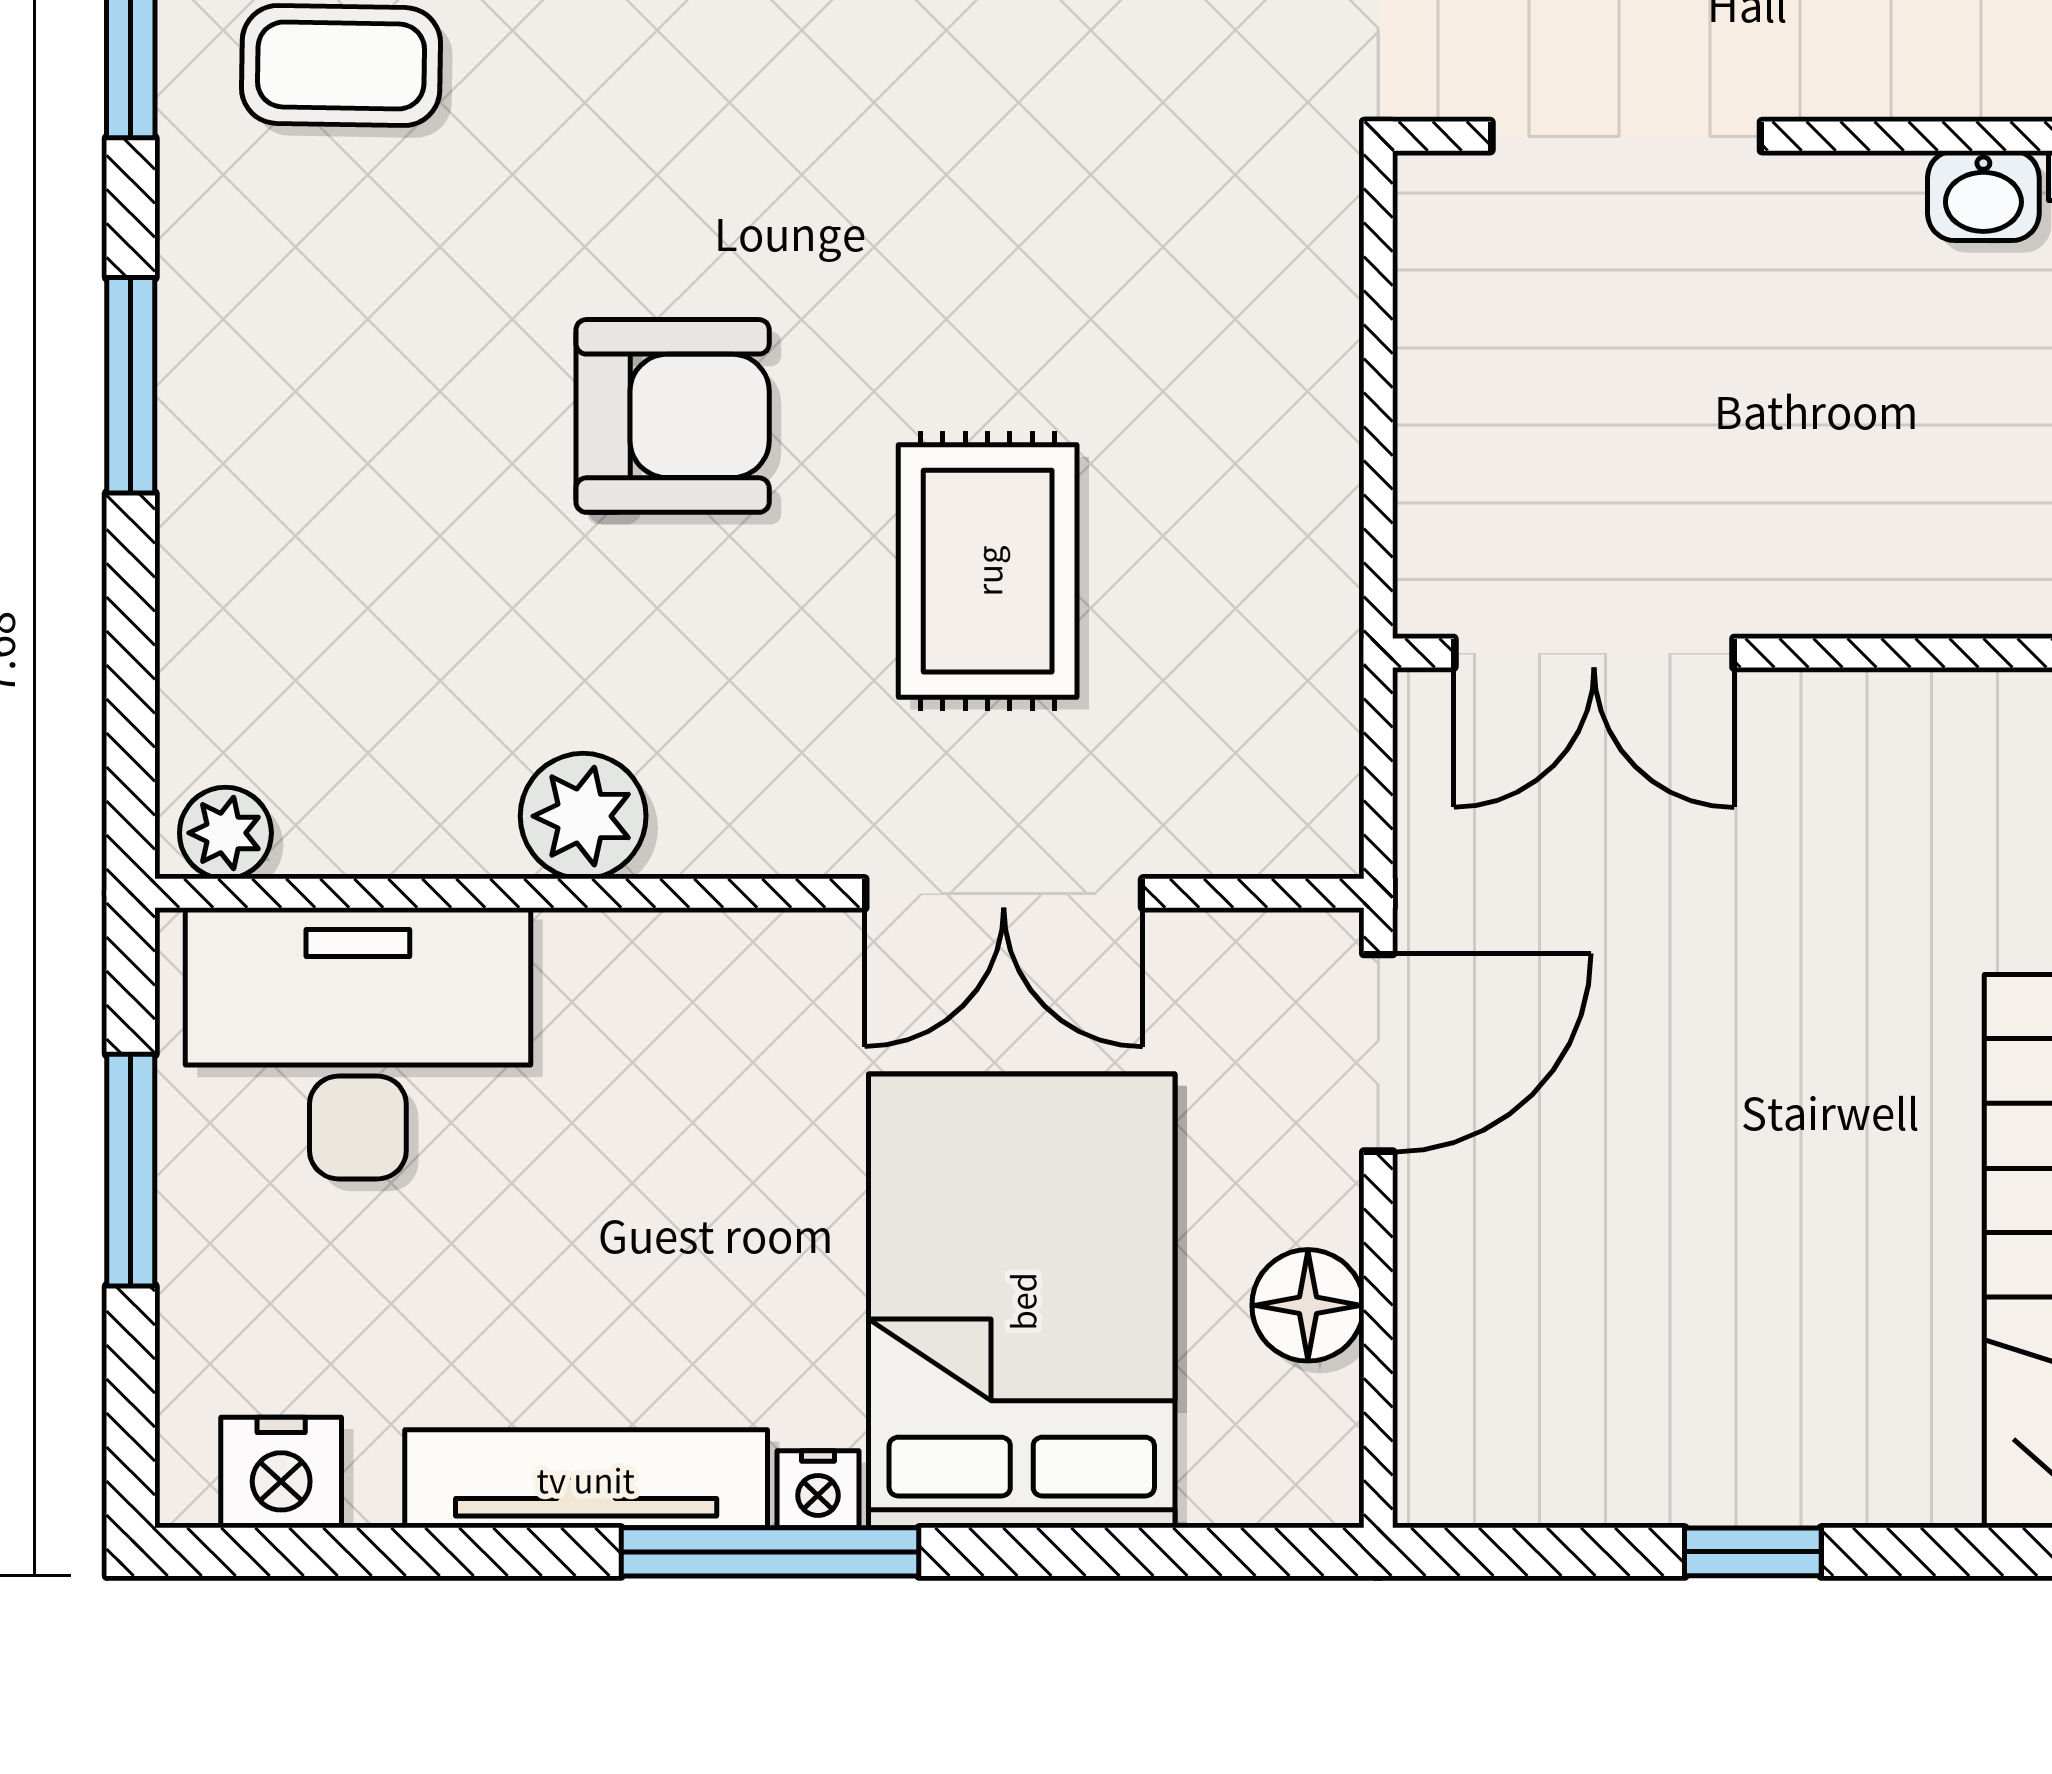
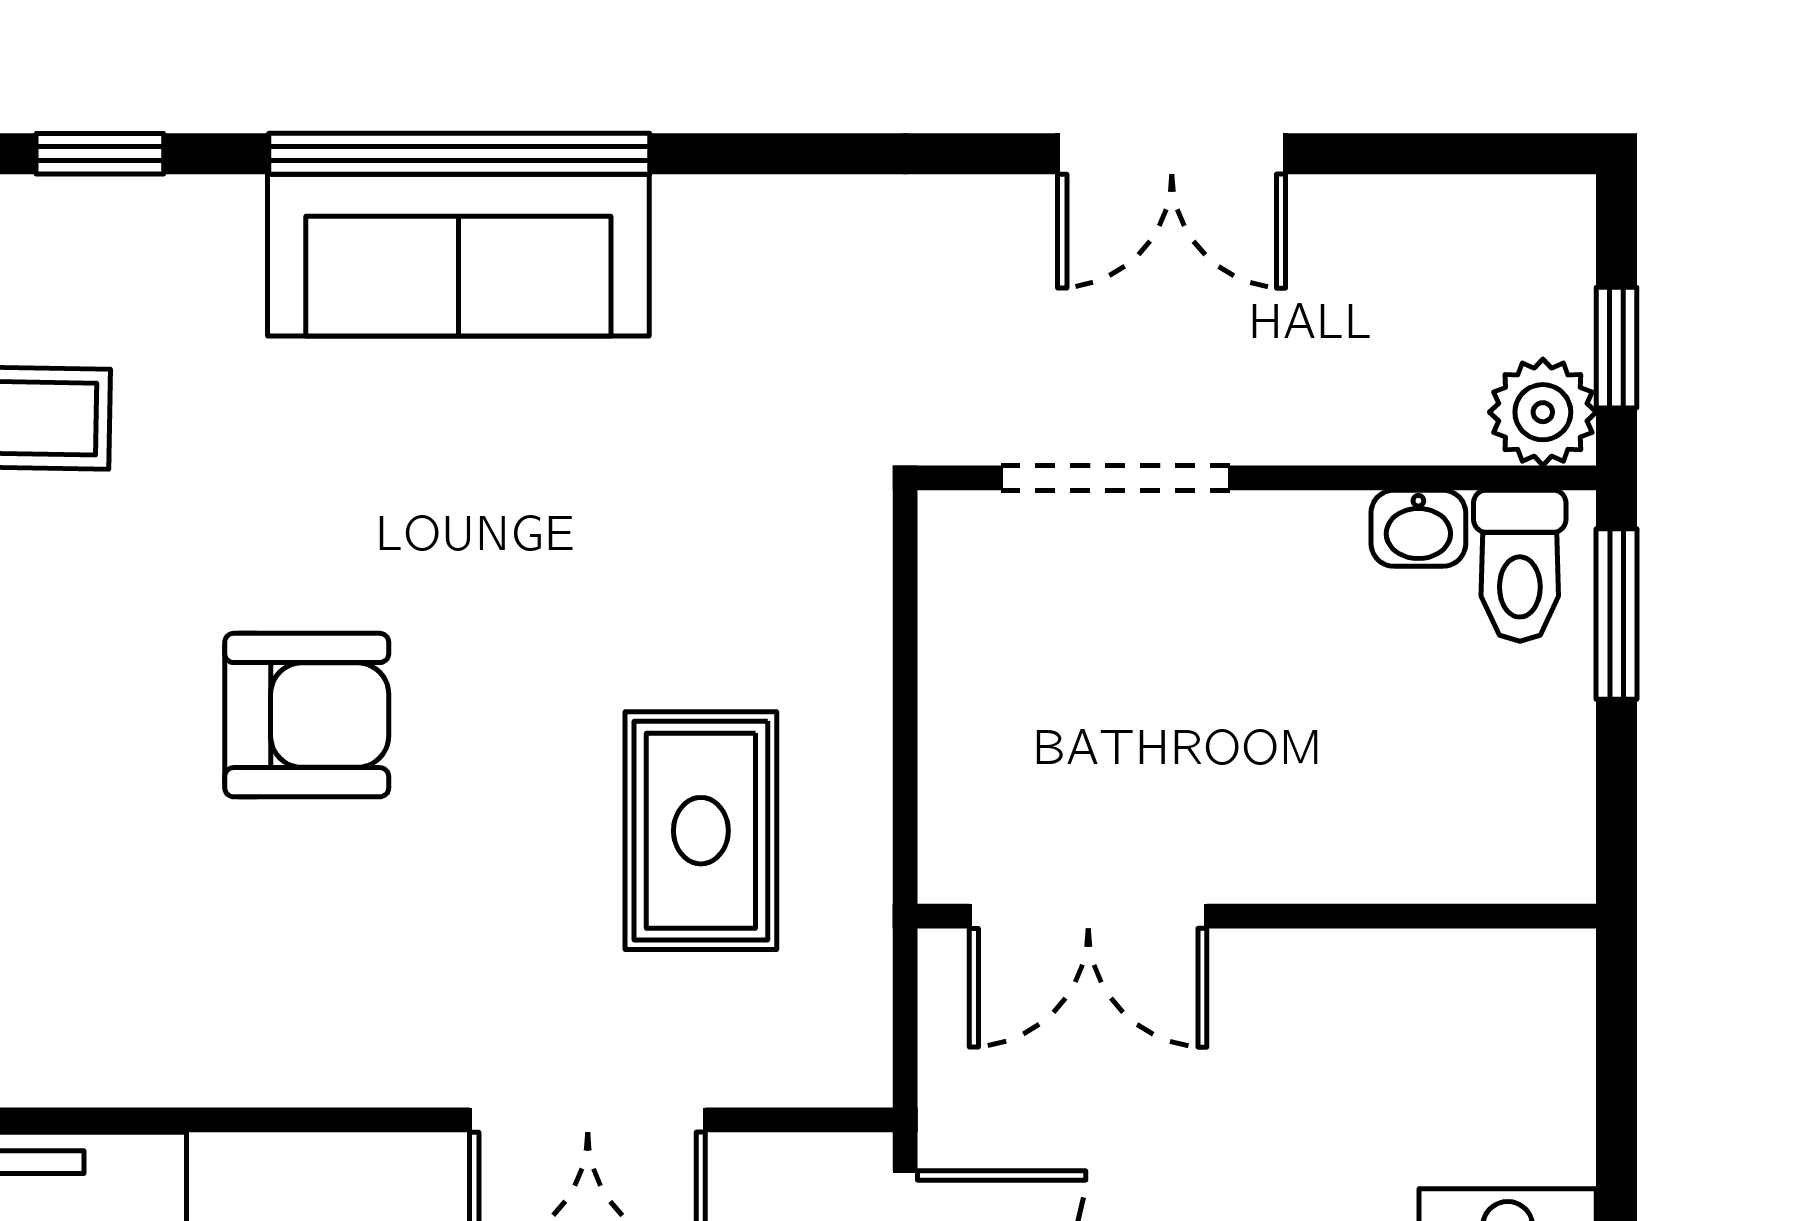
rug: (988, 571) -> (701, 831), moved
plant: (583, 816) -> (231, 1054), removed

